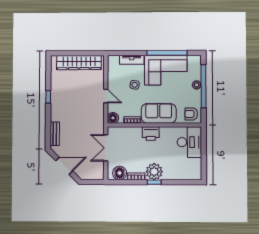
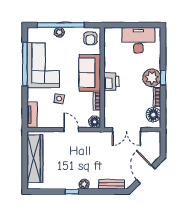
tv unit: (132, 60) -> (32, 115), moved
door: (106, 96) -> (71, 130), hinge flipped
plant: (55, 108) -> (84, 184), added
desk: (189, 142) -> (138, 40), moved

